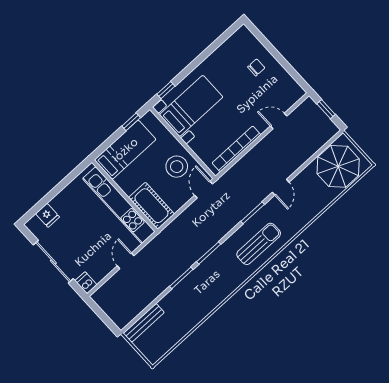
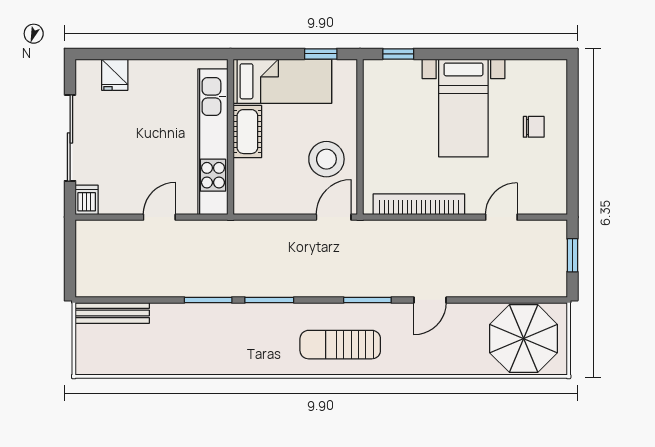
bed with nightstands: (191, 106) -> (463, 108), moved, turned 90
door: (279, 121) -> (501, 217), hinge flipped
cot: (151, 206) -> (247, 132), moved, width x0.73, depth x0.75
sun lounger: (259, 244) -> (340, 345), turned 180

